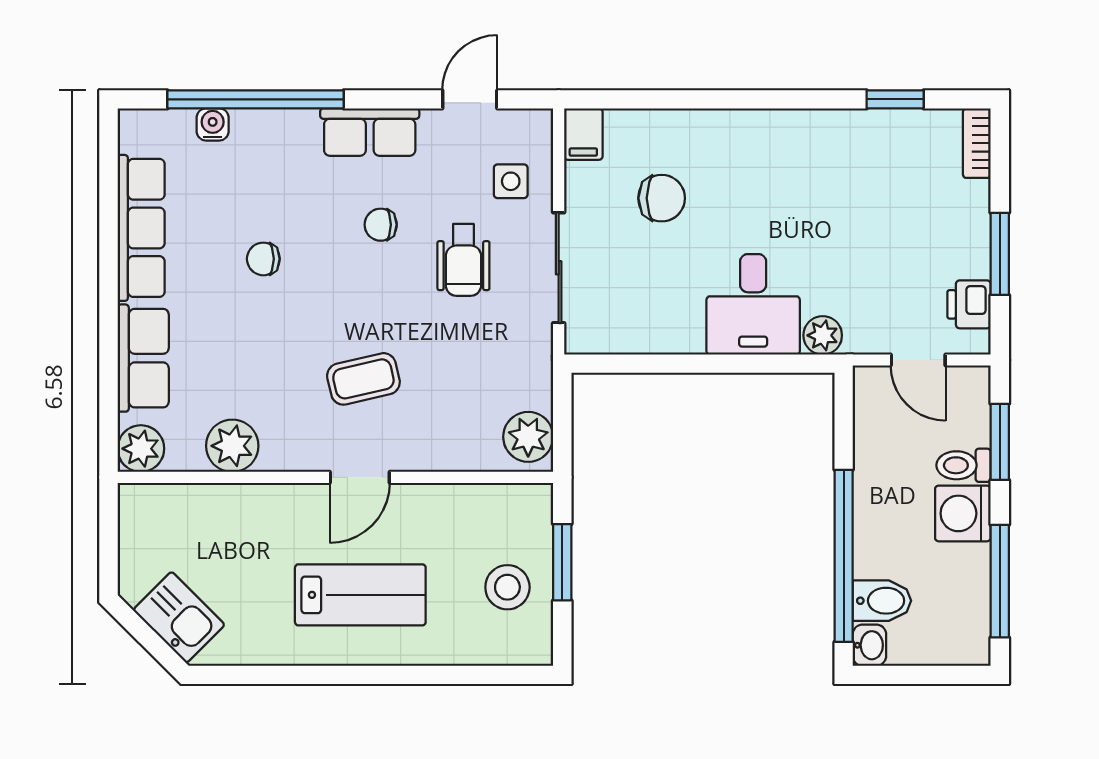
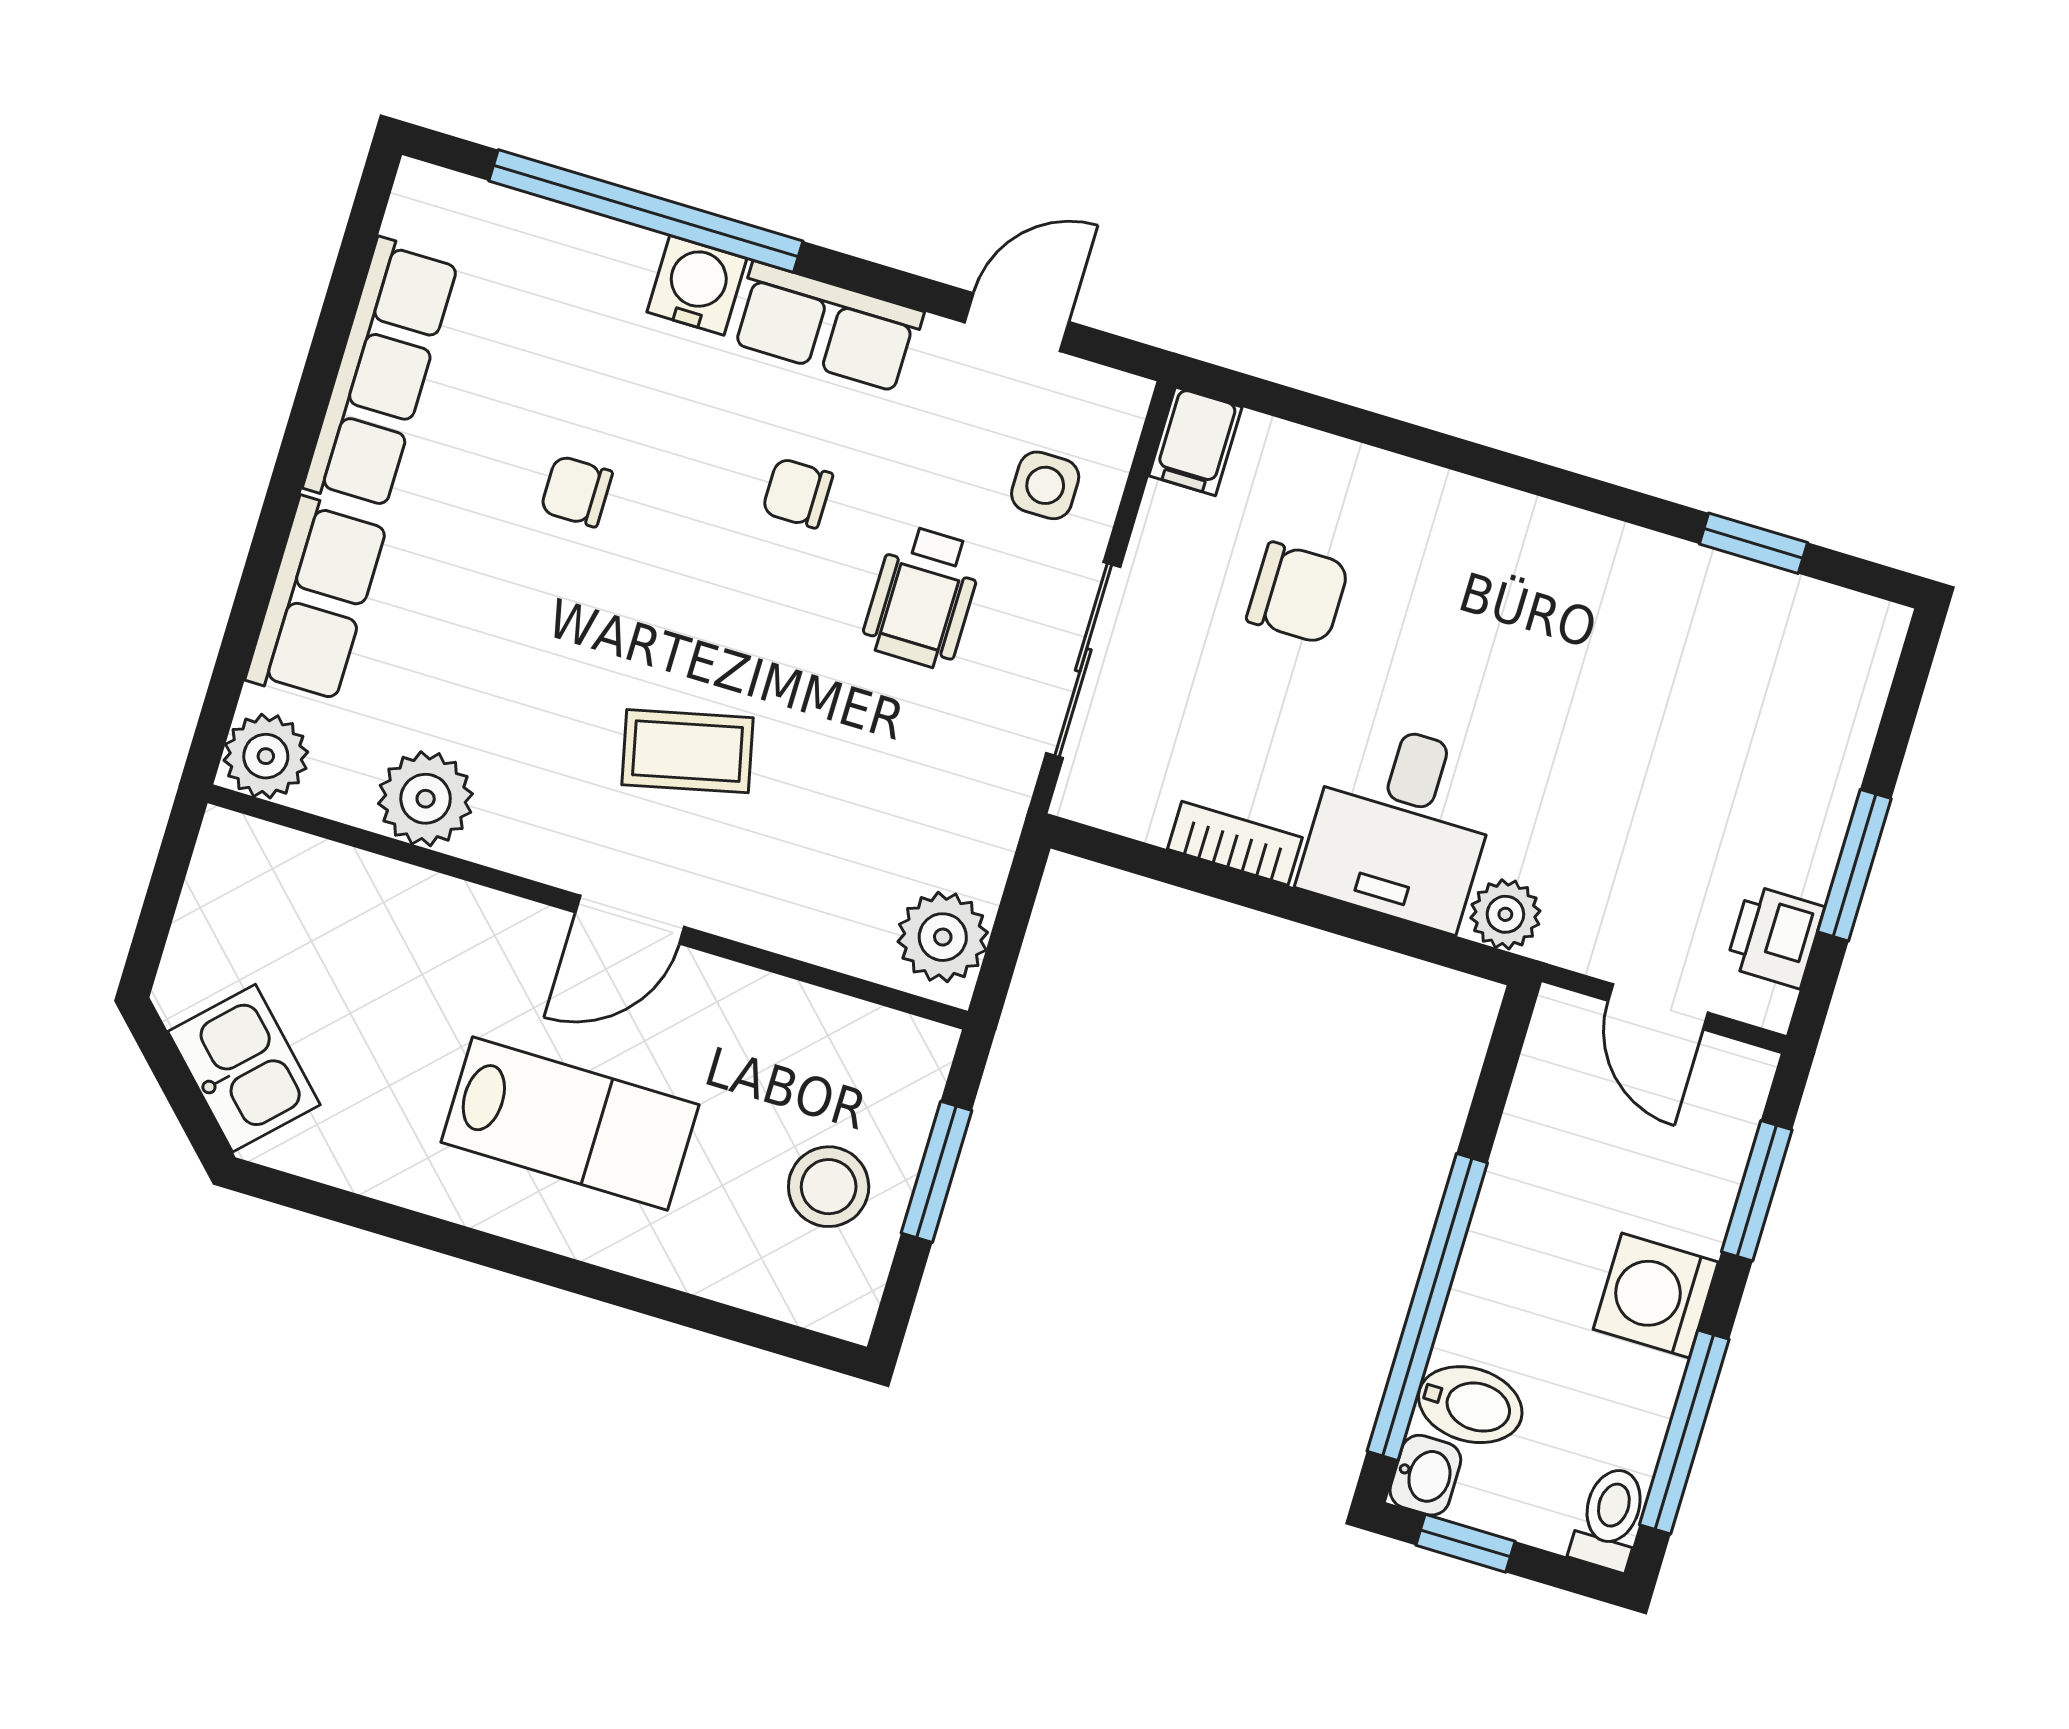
water cooler: (213, 124) -> (697, 285), moved, width x1.38, depth x1.38
bookcase: (977, 143) -> (1235, 843), moved, turned 90
toilet: (964, 465) -> (1610, 1518), moved, turned 90
window: (901, 675) -> (1465, 1543), added

